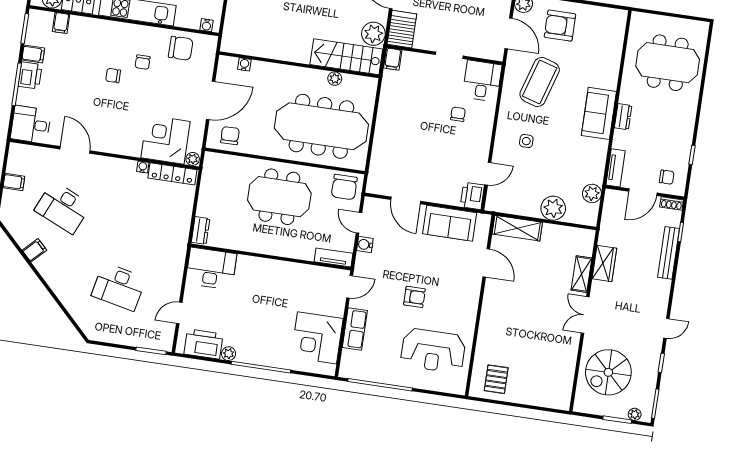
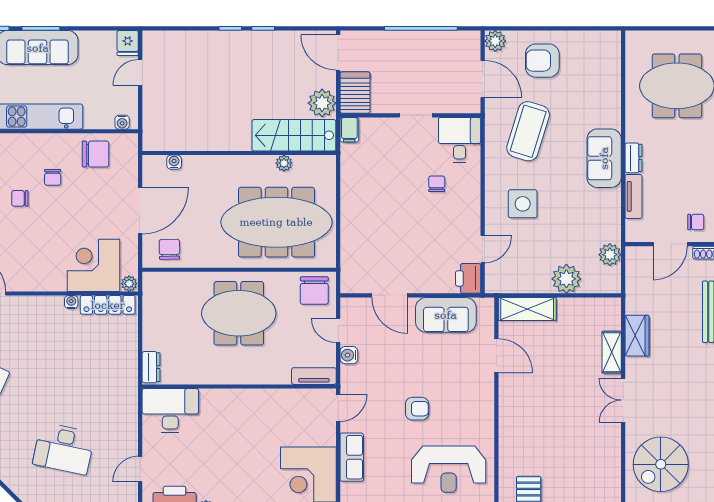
side table: (526, 141) -> (523, 204), width x1.87, depth x1.87
tv unit: (616, 168) -> (633, 196), moved

